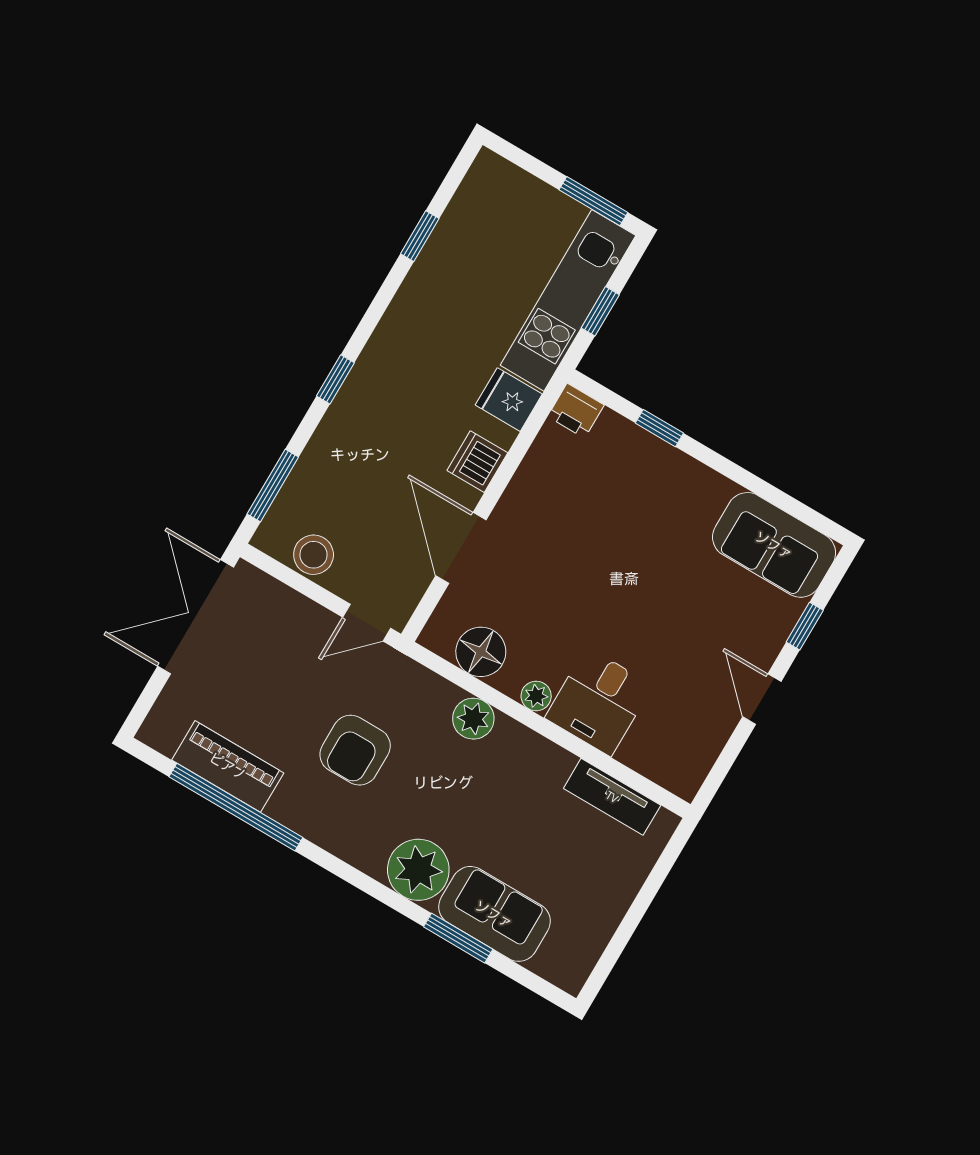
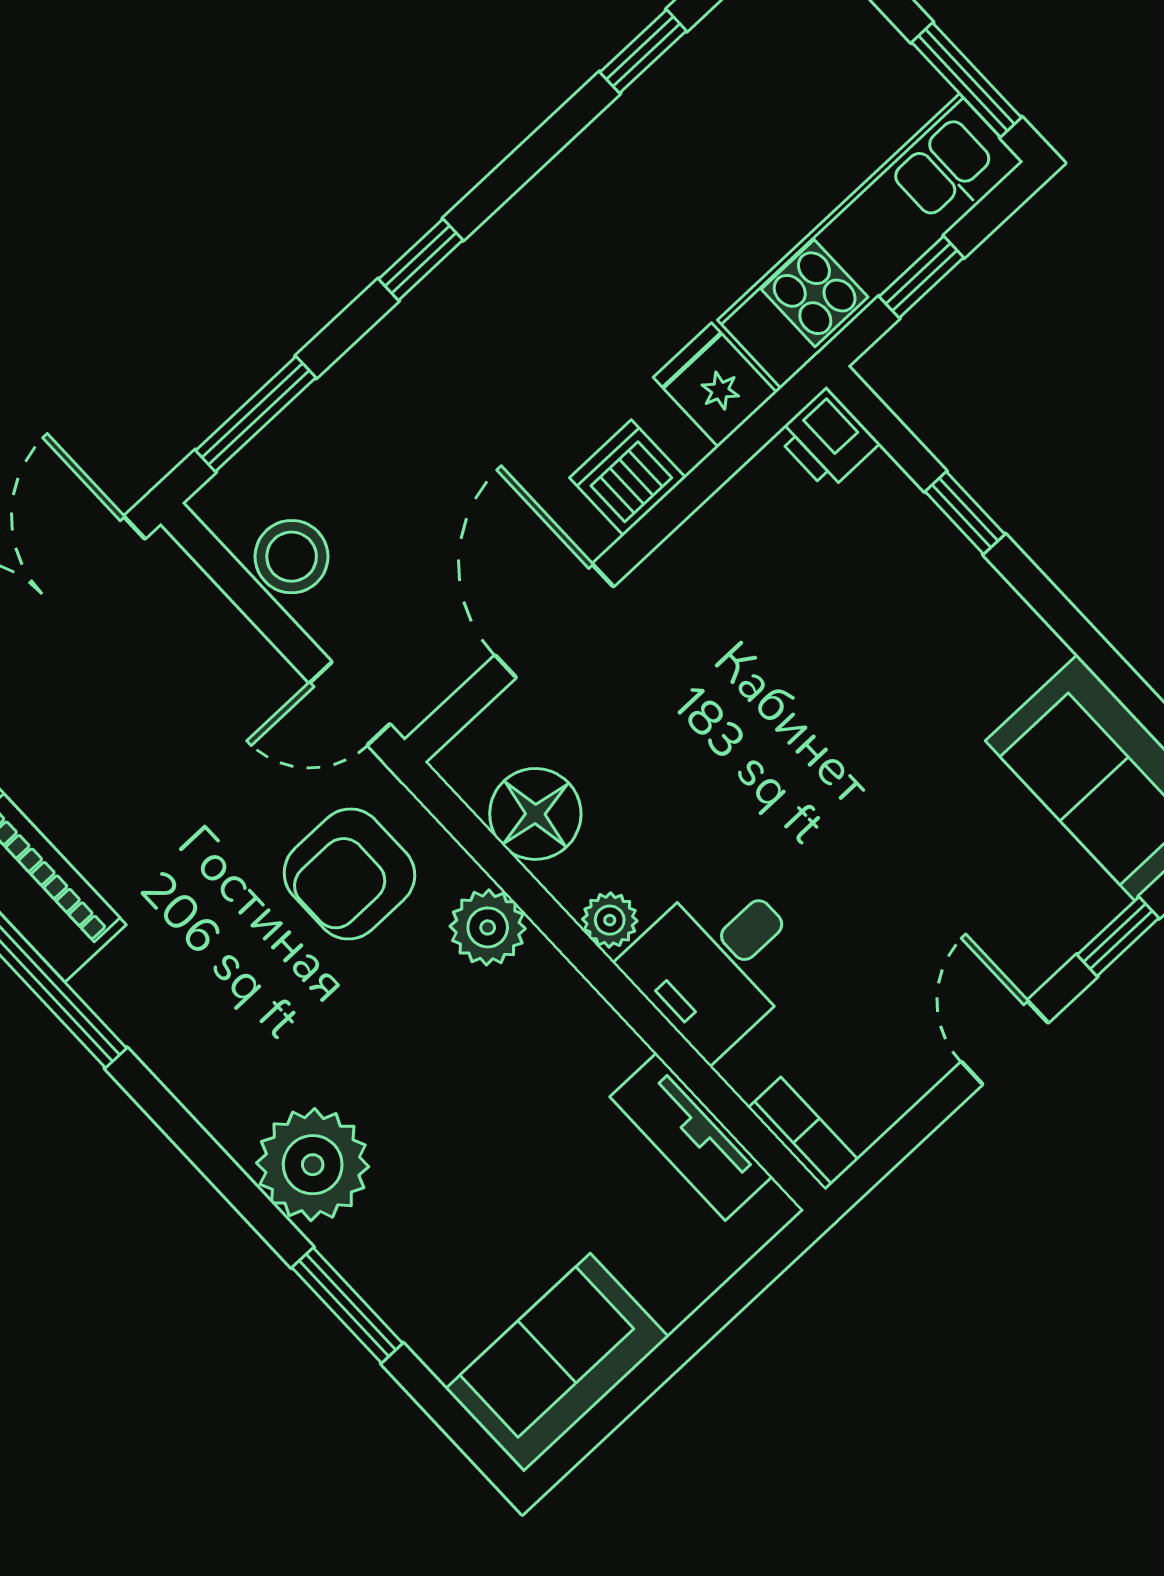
armchair: (355, 750) -> (349, 874), moved
bookcase: (670, 778) -> (803, 1134), added
sofa: (494, 914) -> (557, 1363), moved, turned -90

